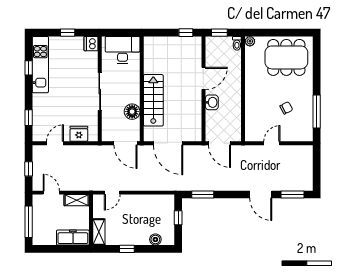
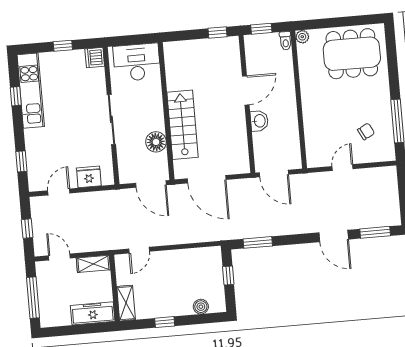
chair: (286, 108) -> (366, 131), moved

